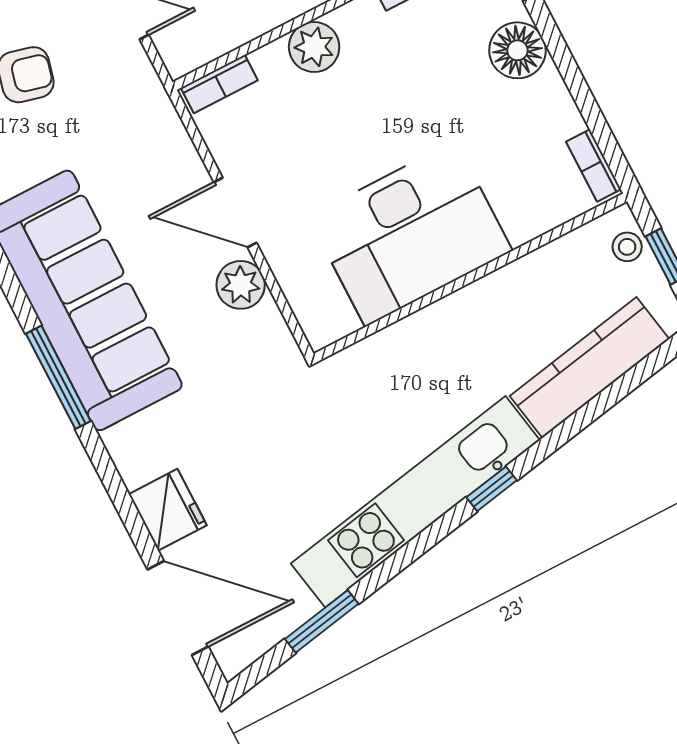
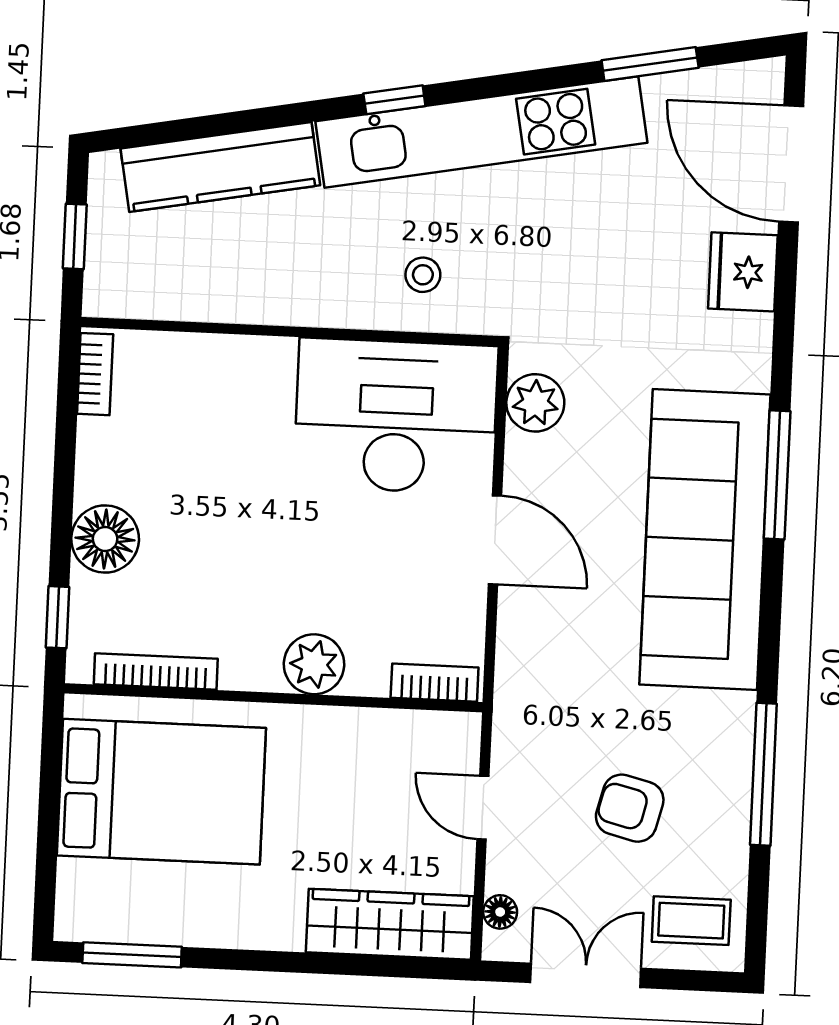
desk: (410, 234) -> (396, 416), moved
stool: (627, 247) -> (423, 275), moved
plant: (241, 285) -> (535, 403), moved

